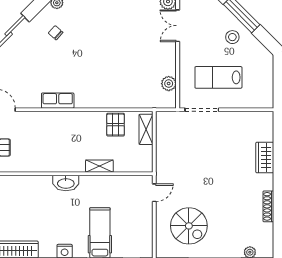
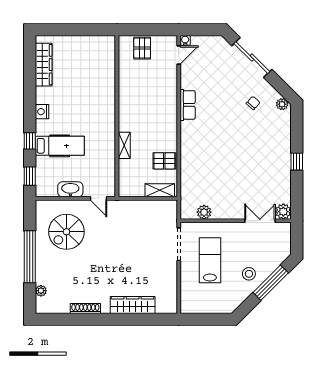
wardrobe: (265, 157) -> (133, 305), width x1.50
washbasin: (66, 183) -> (70, 189), moved, turned 90

